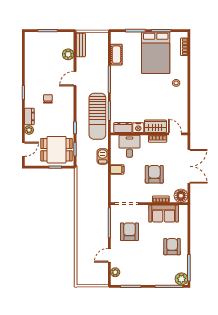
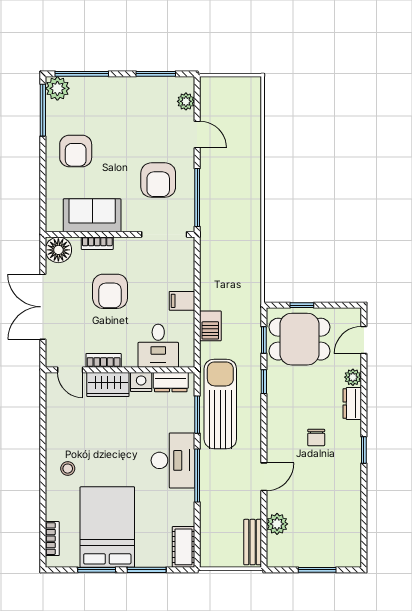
cot: (116, 55) -> (183, 547), moved
desk: (122, 87) -> (173, 460), added
door: (109, 255) -> (197, 134), hinge flipped

